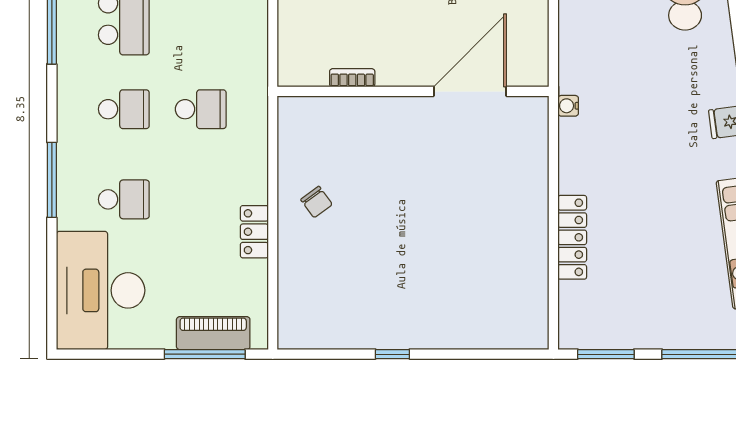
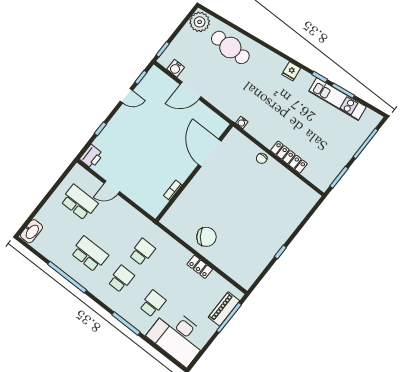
chair: (532, 191) -> (262, 158), added
chair: (316, 202) -> (206, 237), width x1.87, depth x1.87

